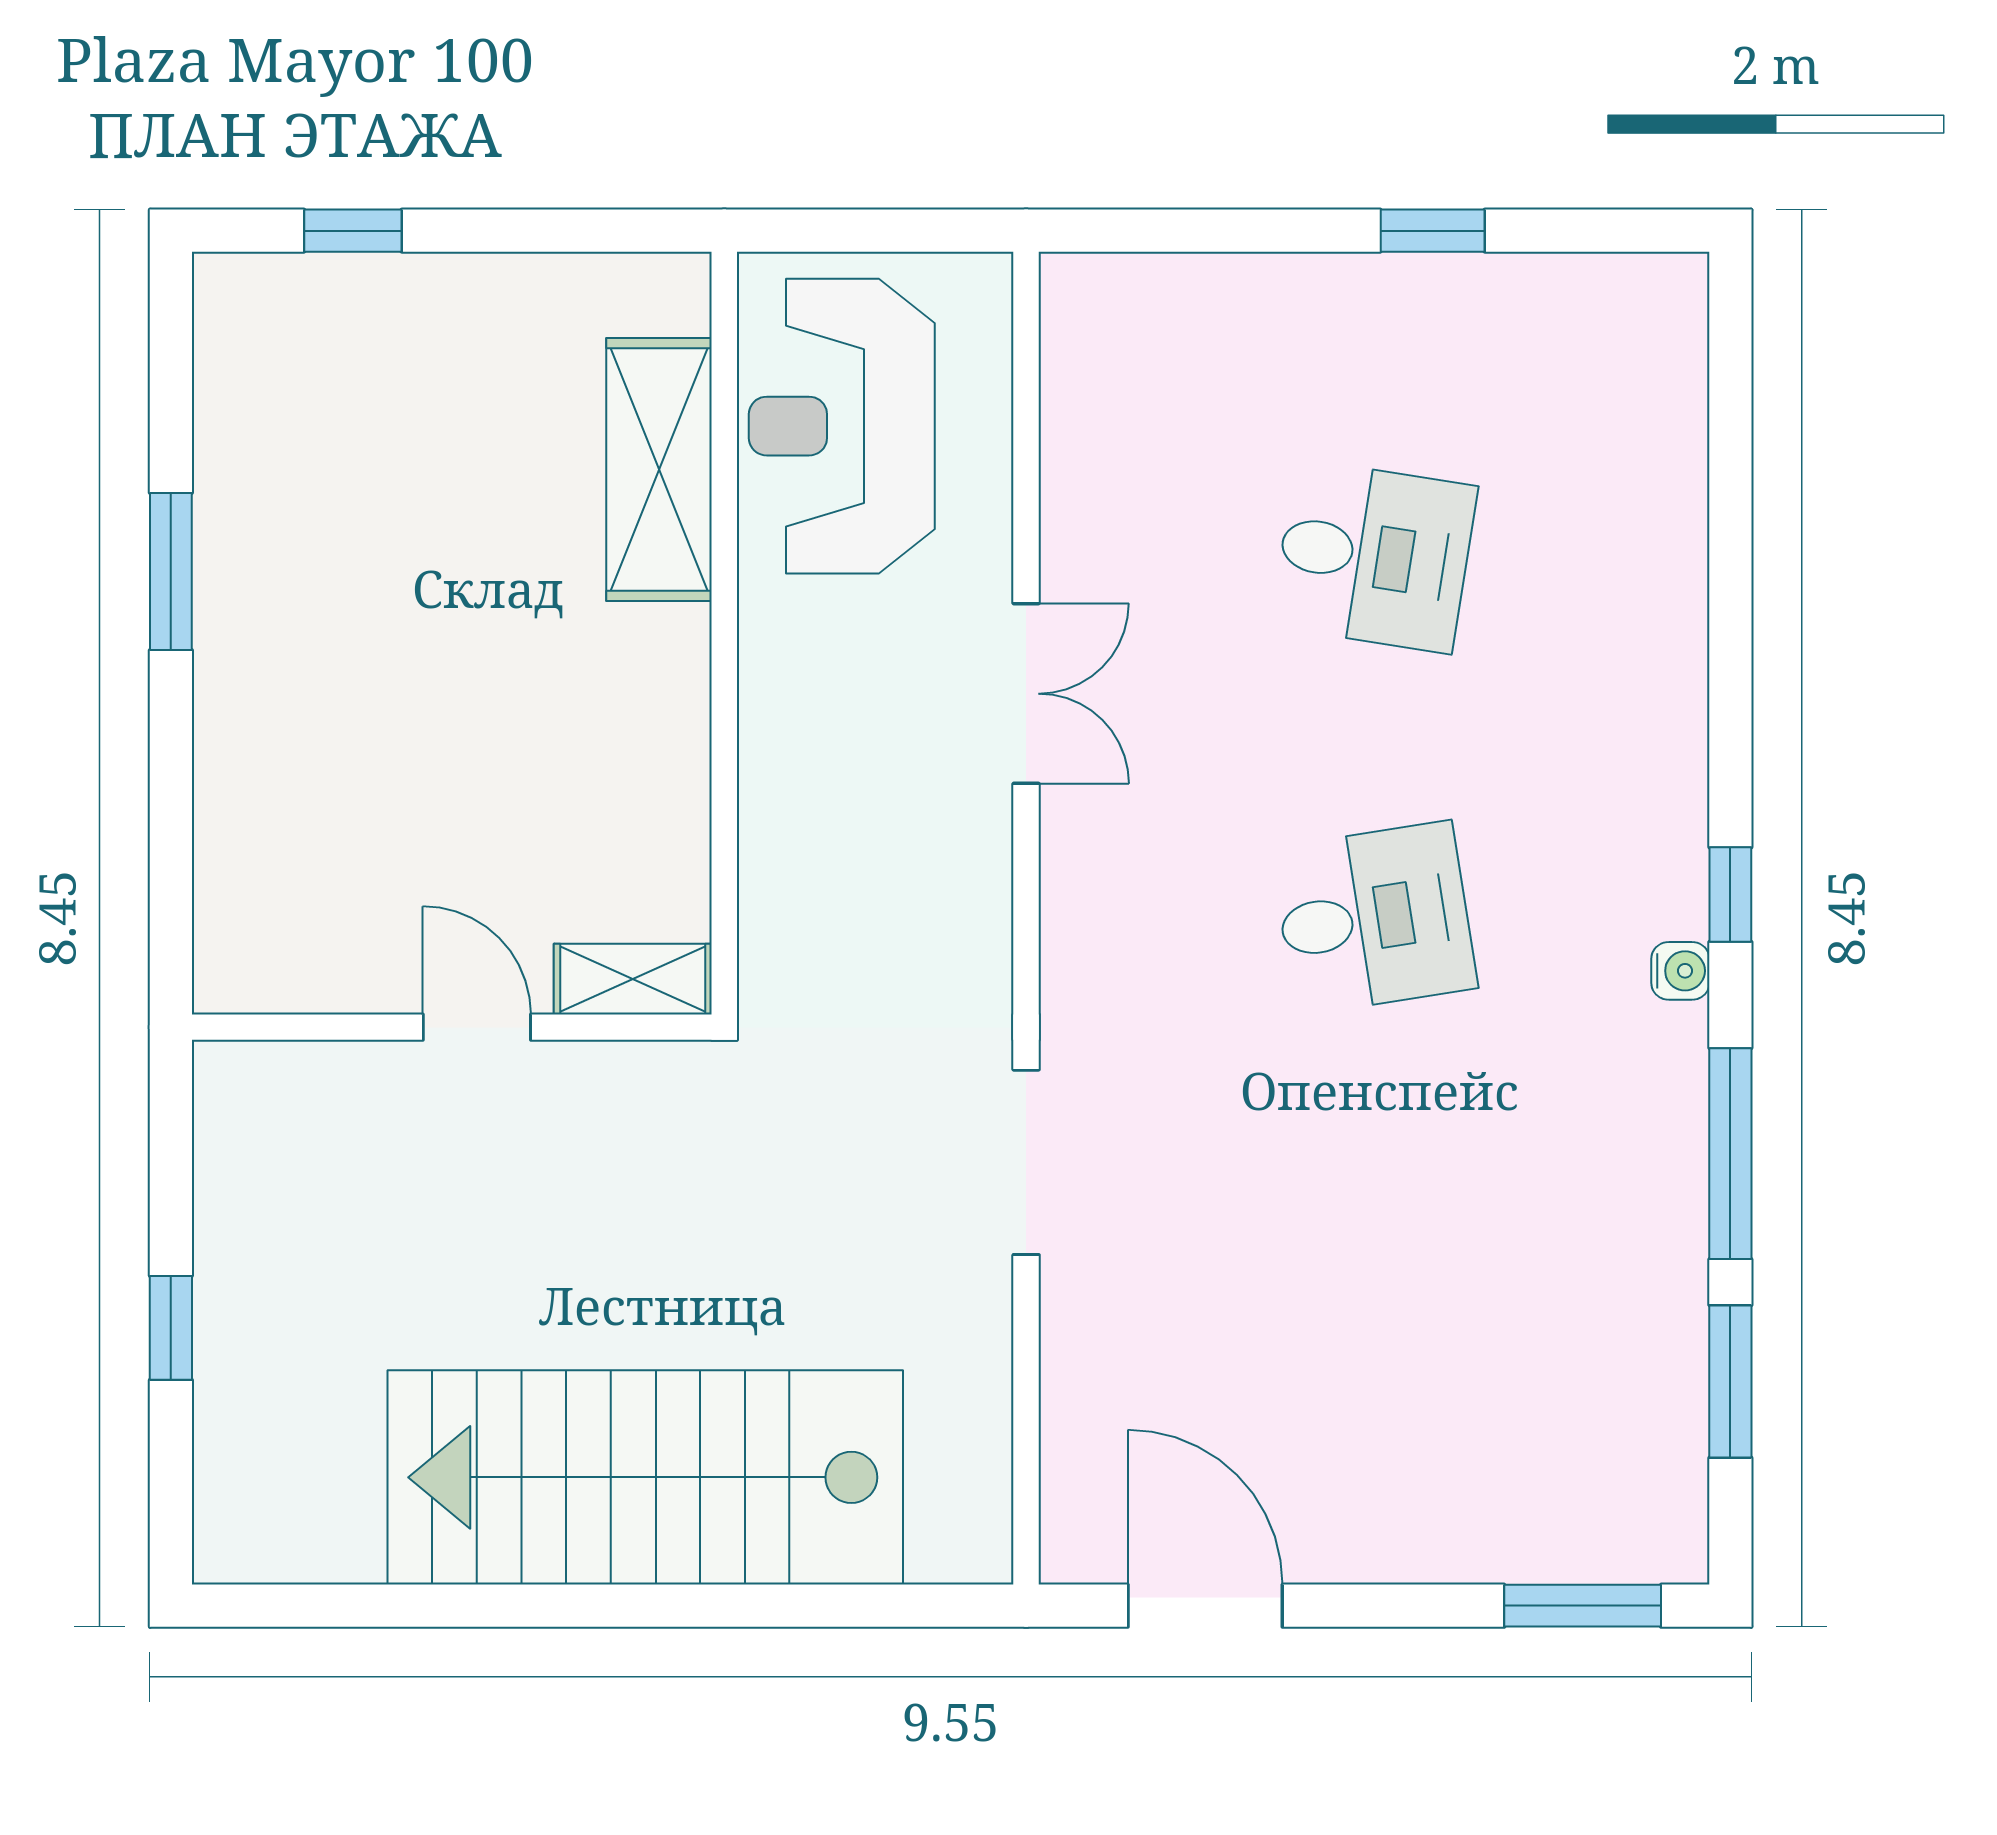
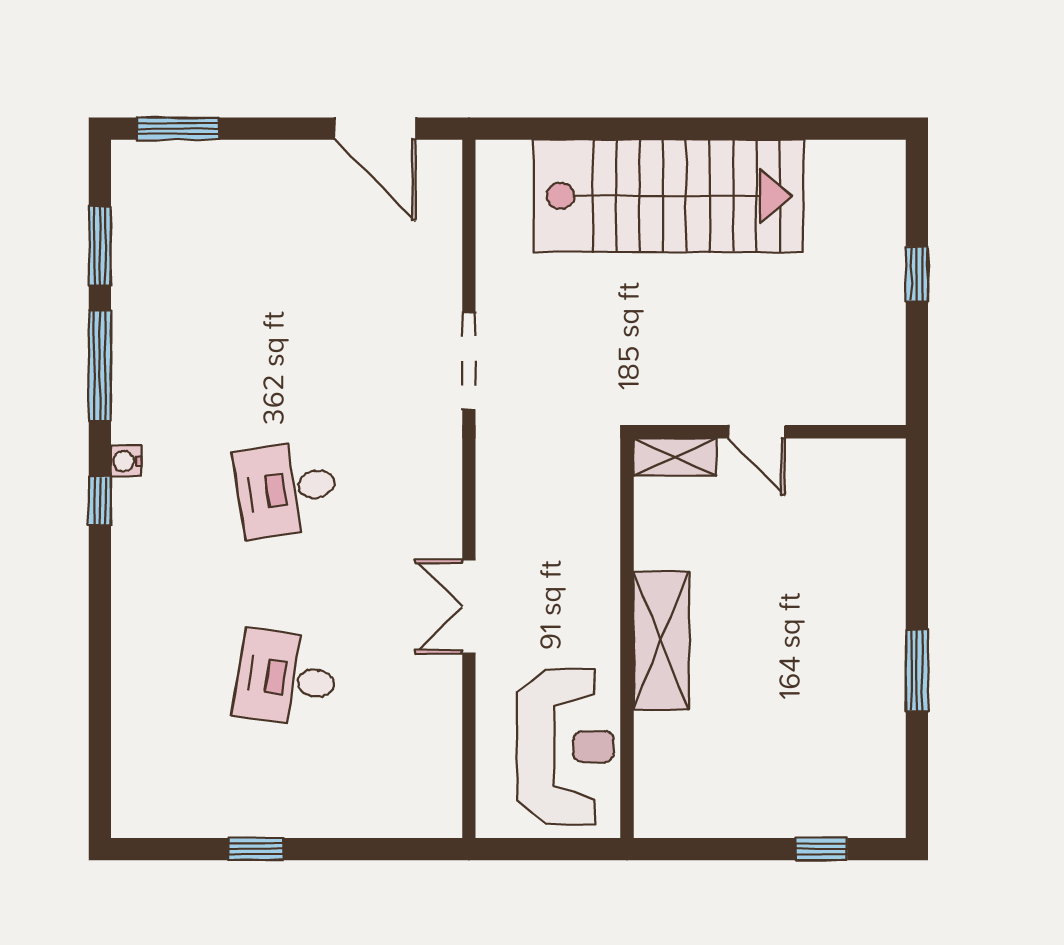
shelving: (659, 469) -> (661, 640), moved

